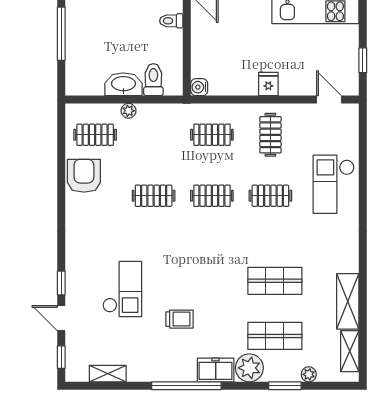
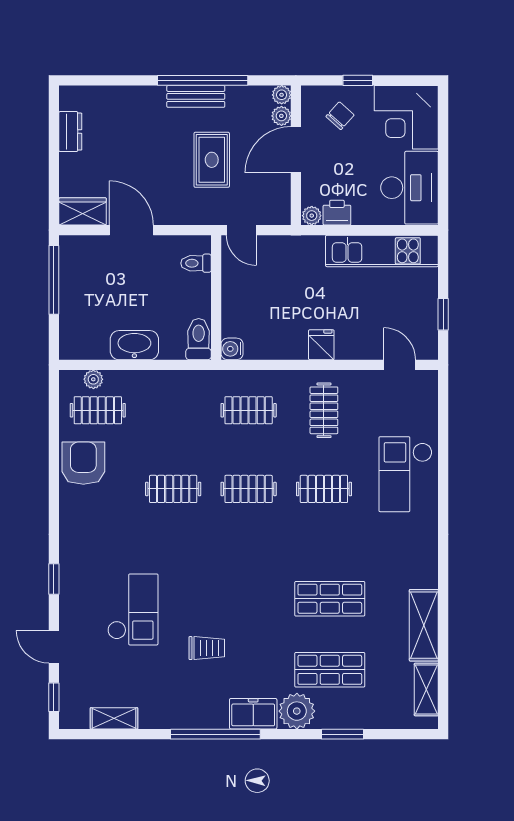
toilet: (153, 80) -> (199, 339), moved
plant: (128, 111) -> (93, 379), moved
window: (61, 283) -> (54, 579), moved
plant: (309, 374) -> (373, 719), removed

